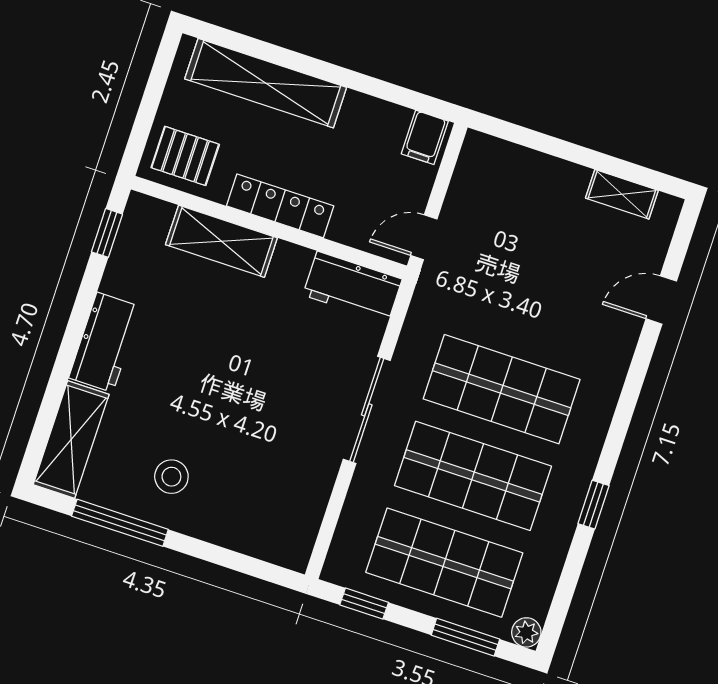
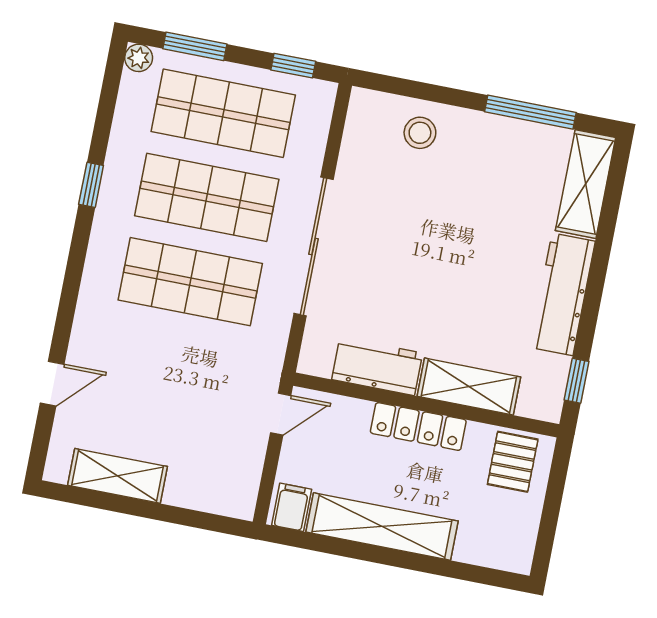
shelving: (266, 83) -> (382, 527), moved
pallet: (185, 156) -> (513, 462), turned 90
shelving: (622, 194) -> (117, 476), width x1.50, depth x1.33
workbench: (352, 287) -> (377, 366), moved
workbench: (105, 342) -> (563, 294), width x1.38
sliding door: (367, 410) -> (314, 247), width x1.36
stool: (171, 477) -> (420, 133), moved

